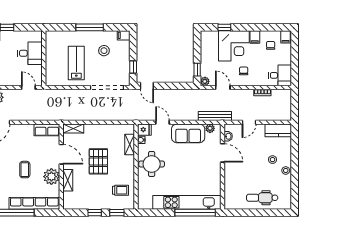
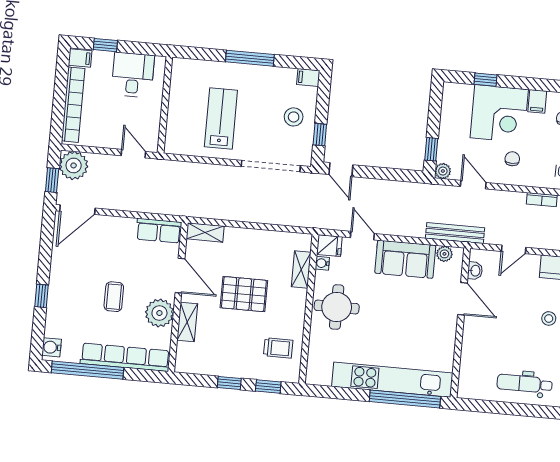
stool: (104, 51) -> (294, 117), moved
desk: (30, 53) -> (133, 75), moved, turned -90
pallet: (98, 161) -> (244, 294), turned 90

